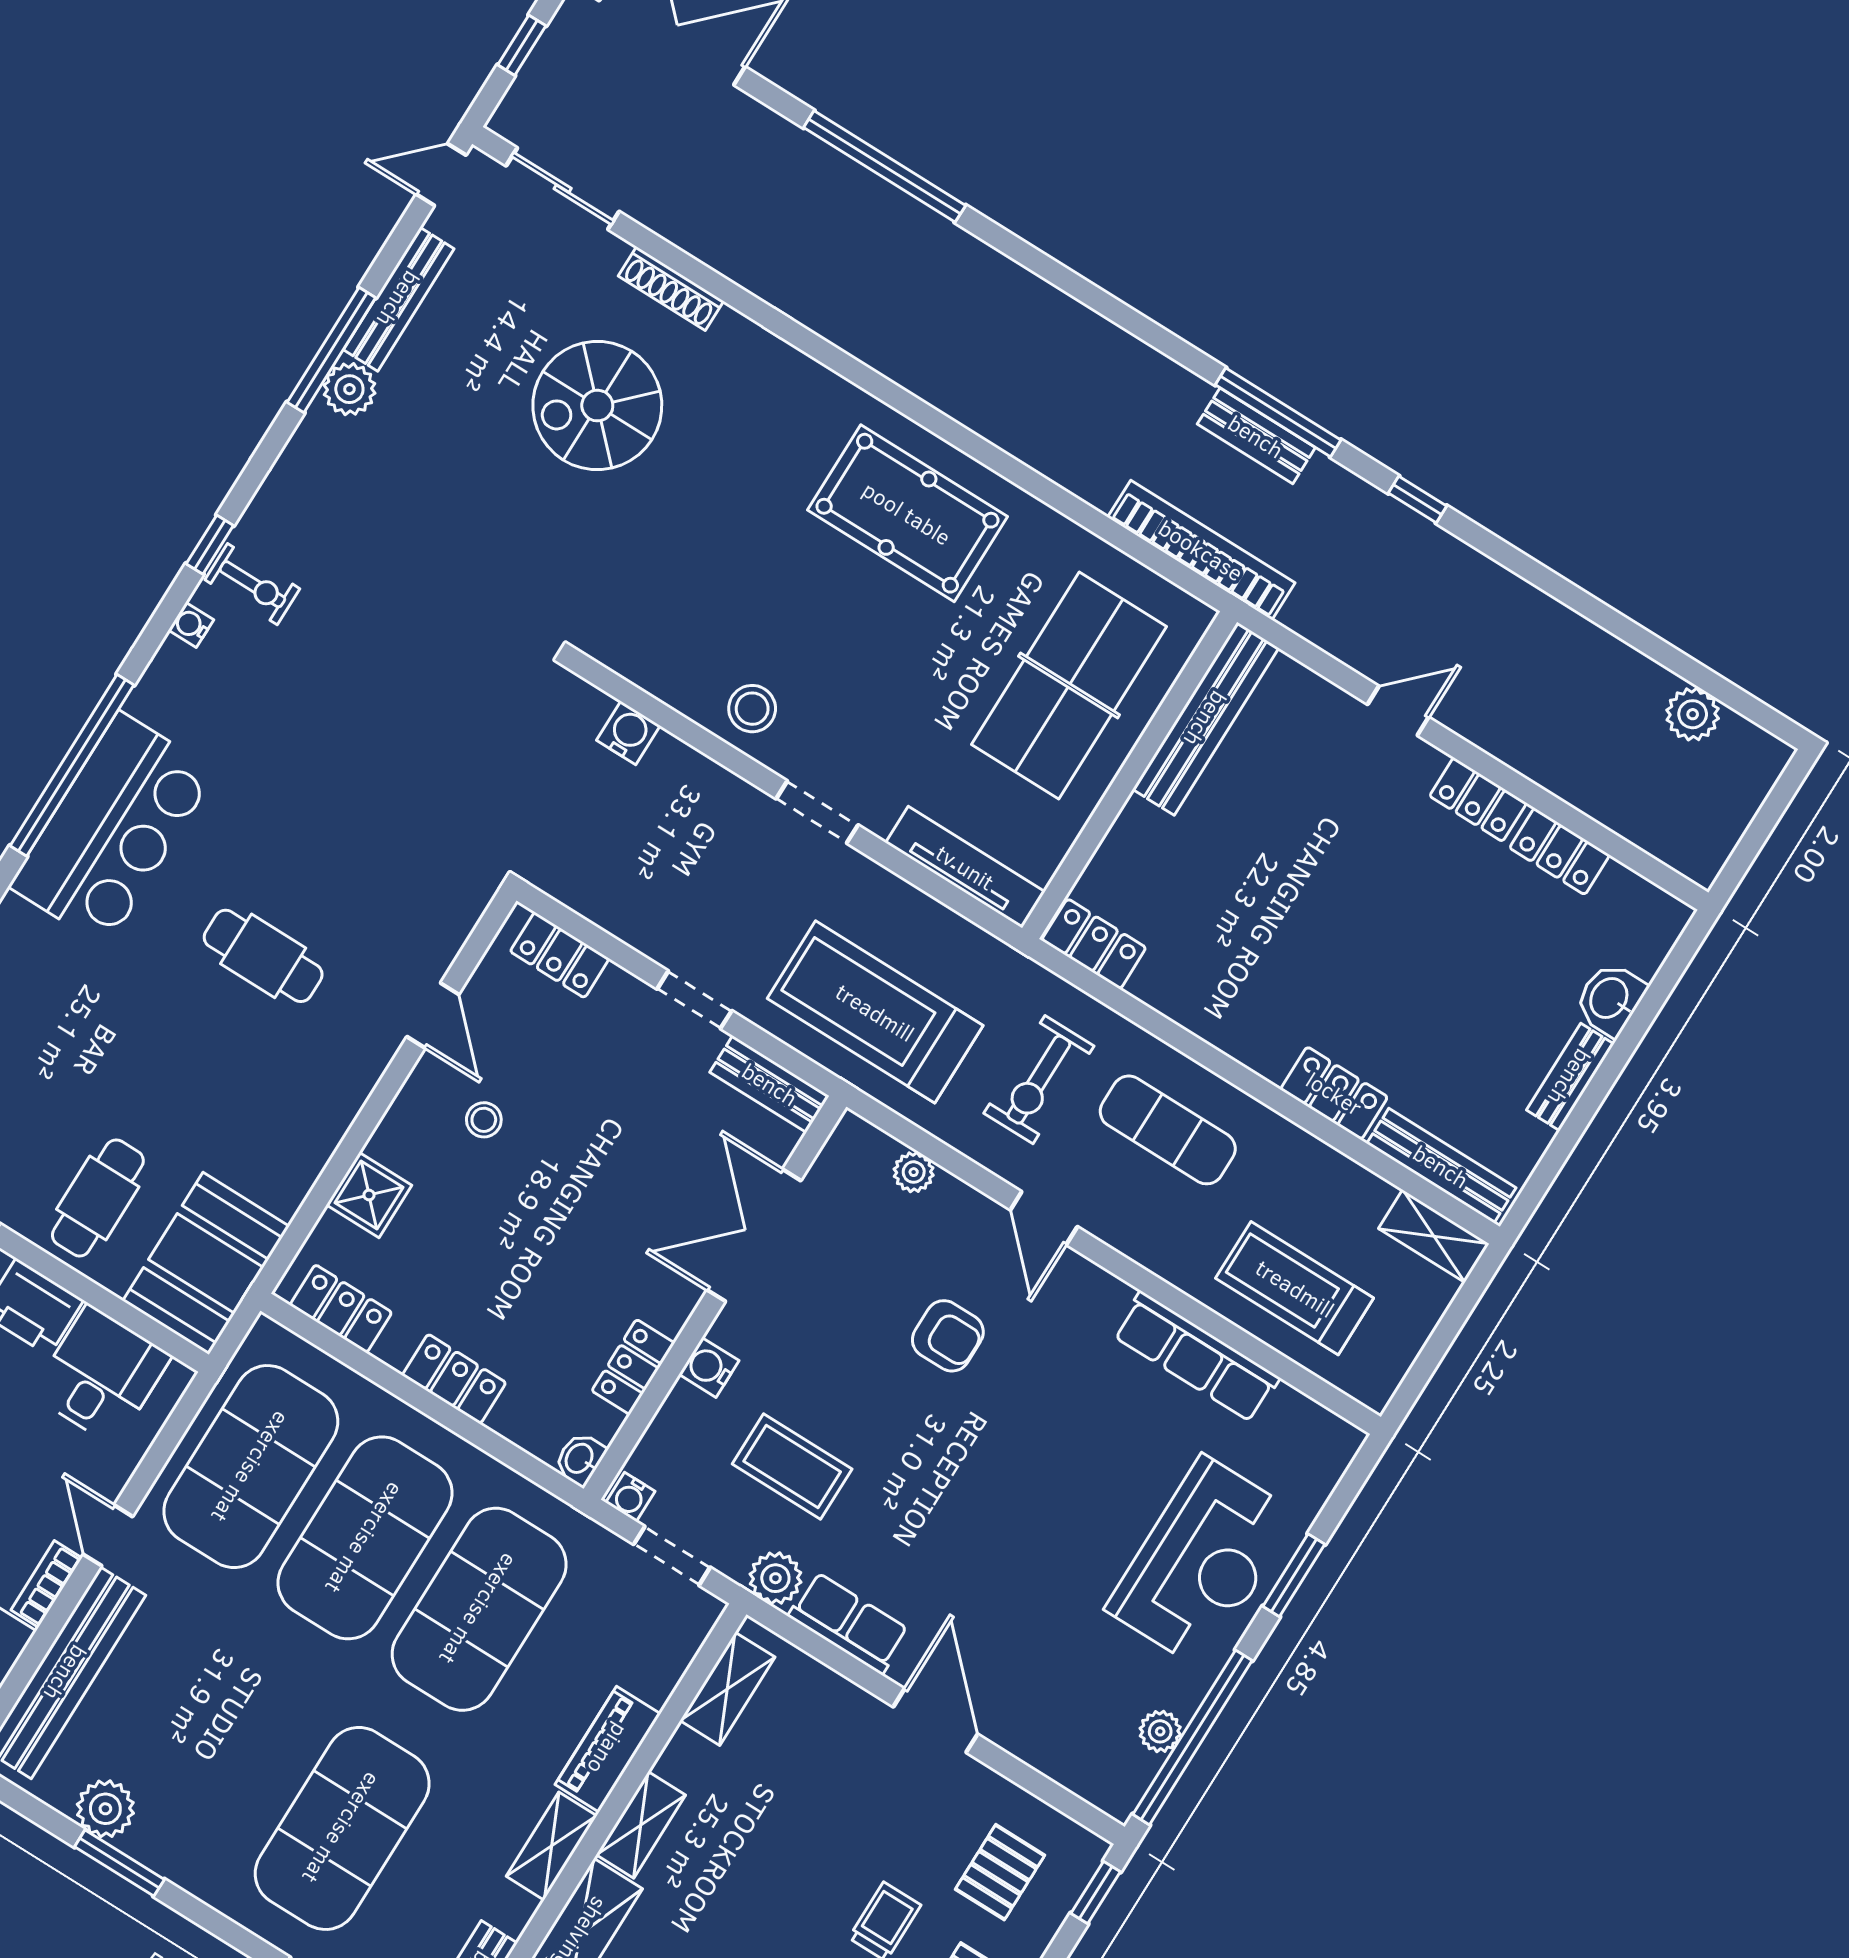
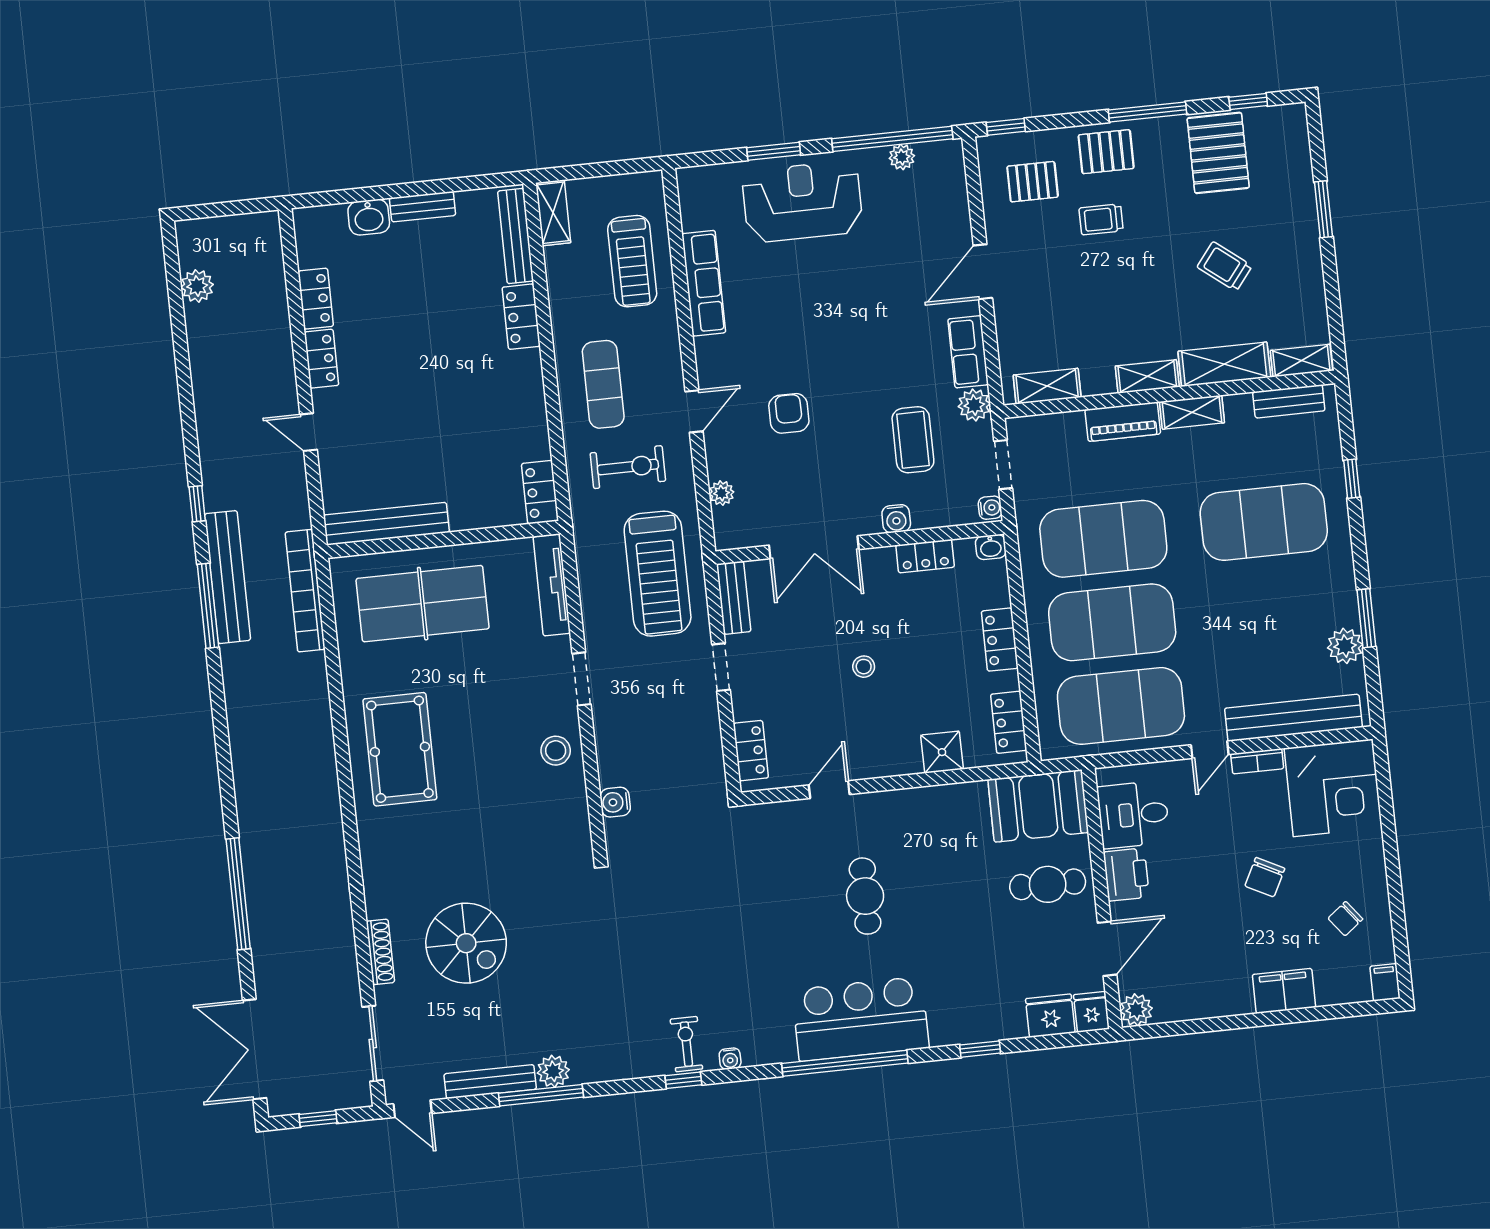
bench: (1256, 436) -> (227, 577), width x1.86, depth x1.21
stool: (484, 1120) -> (864, 667), moved

